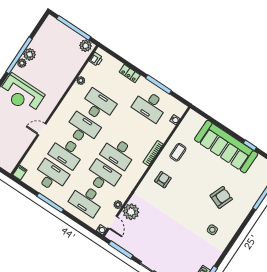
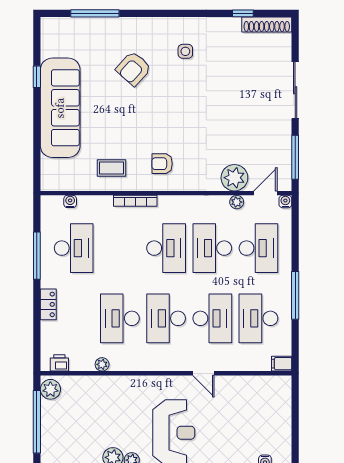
armchair: (221, 197) -> (134, 69), turned -69

